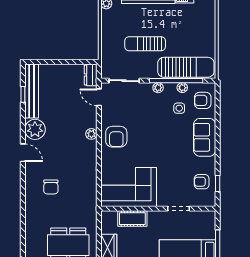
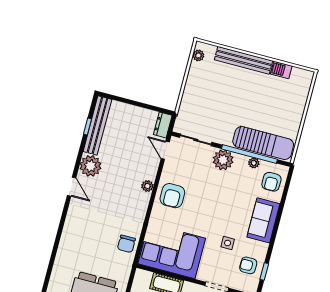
sun lounger: (145, 44) -> (227, 108), removed
plant: (158, 88) -> (223, 160), width x1.87, depth x1.87
armchair: (203, 100) -> (271, 182), turned -90
side table: (179, 108) -> (228, 243), moved
chair: (51, 187) -> (126, 244), moved

